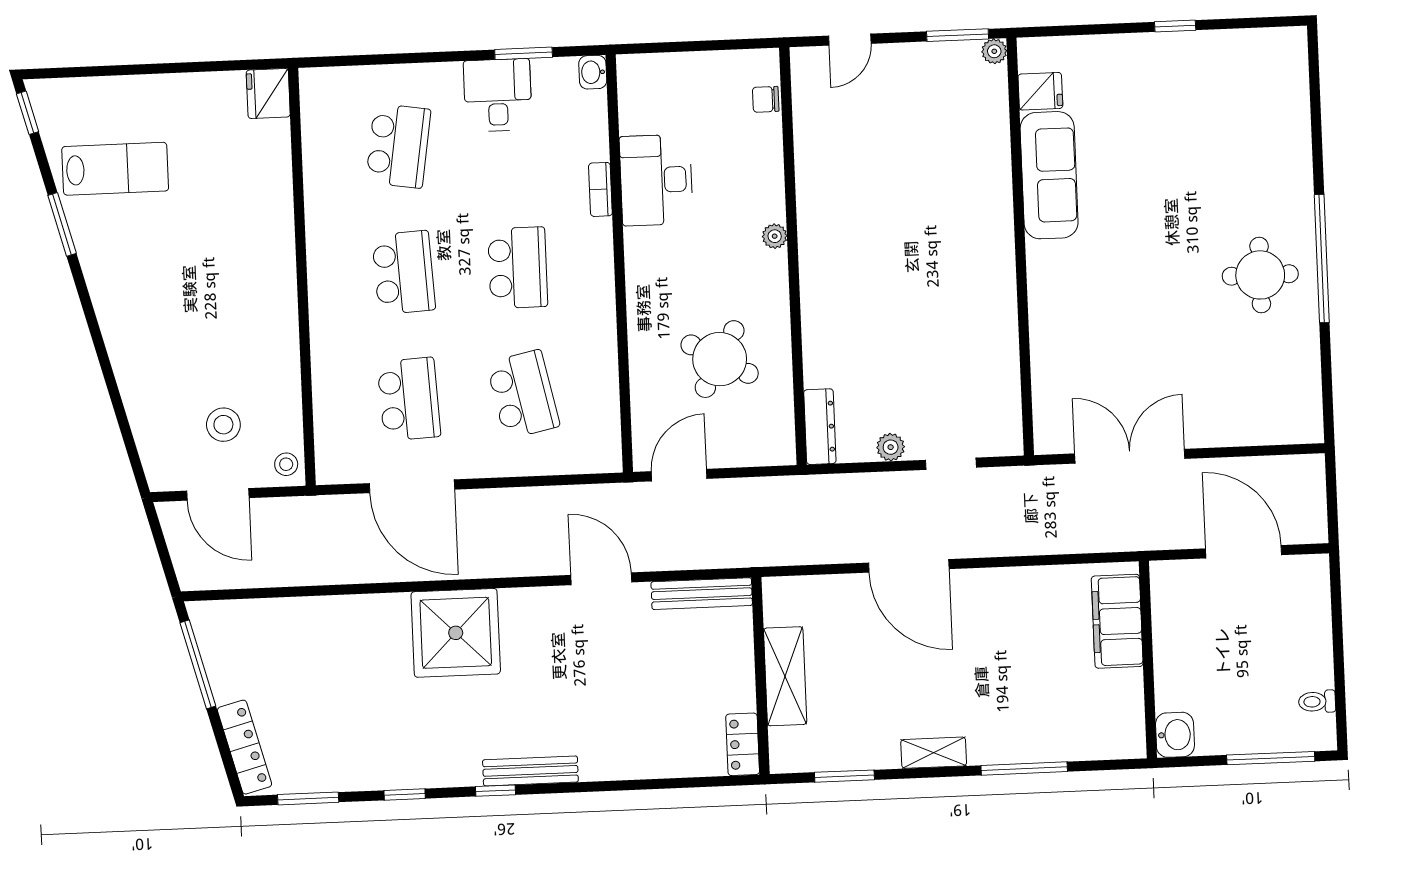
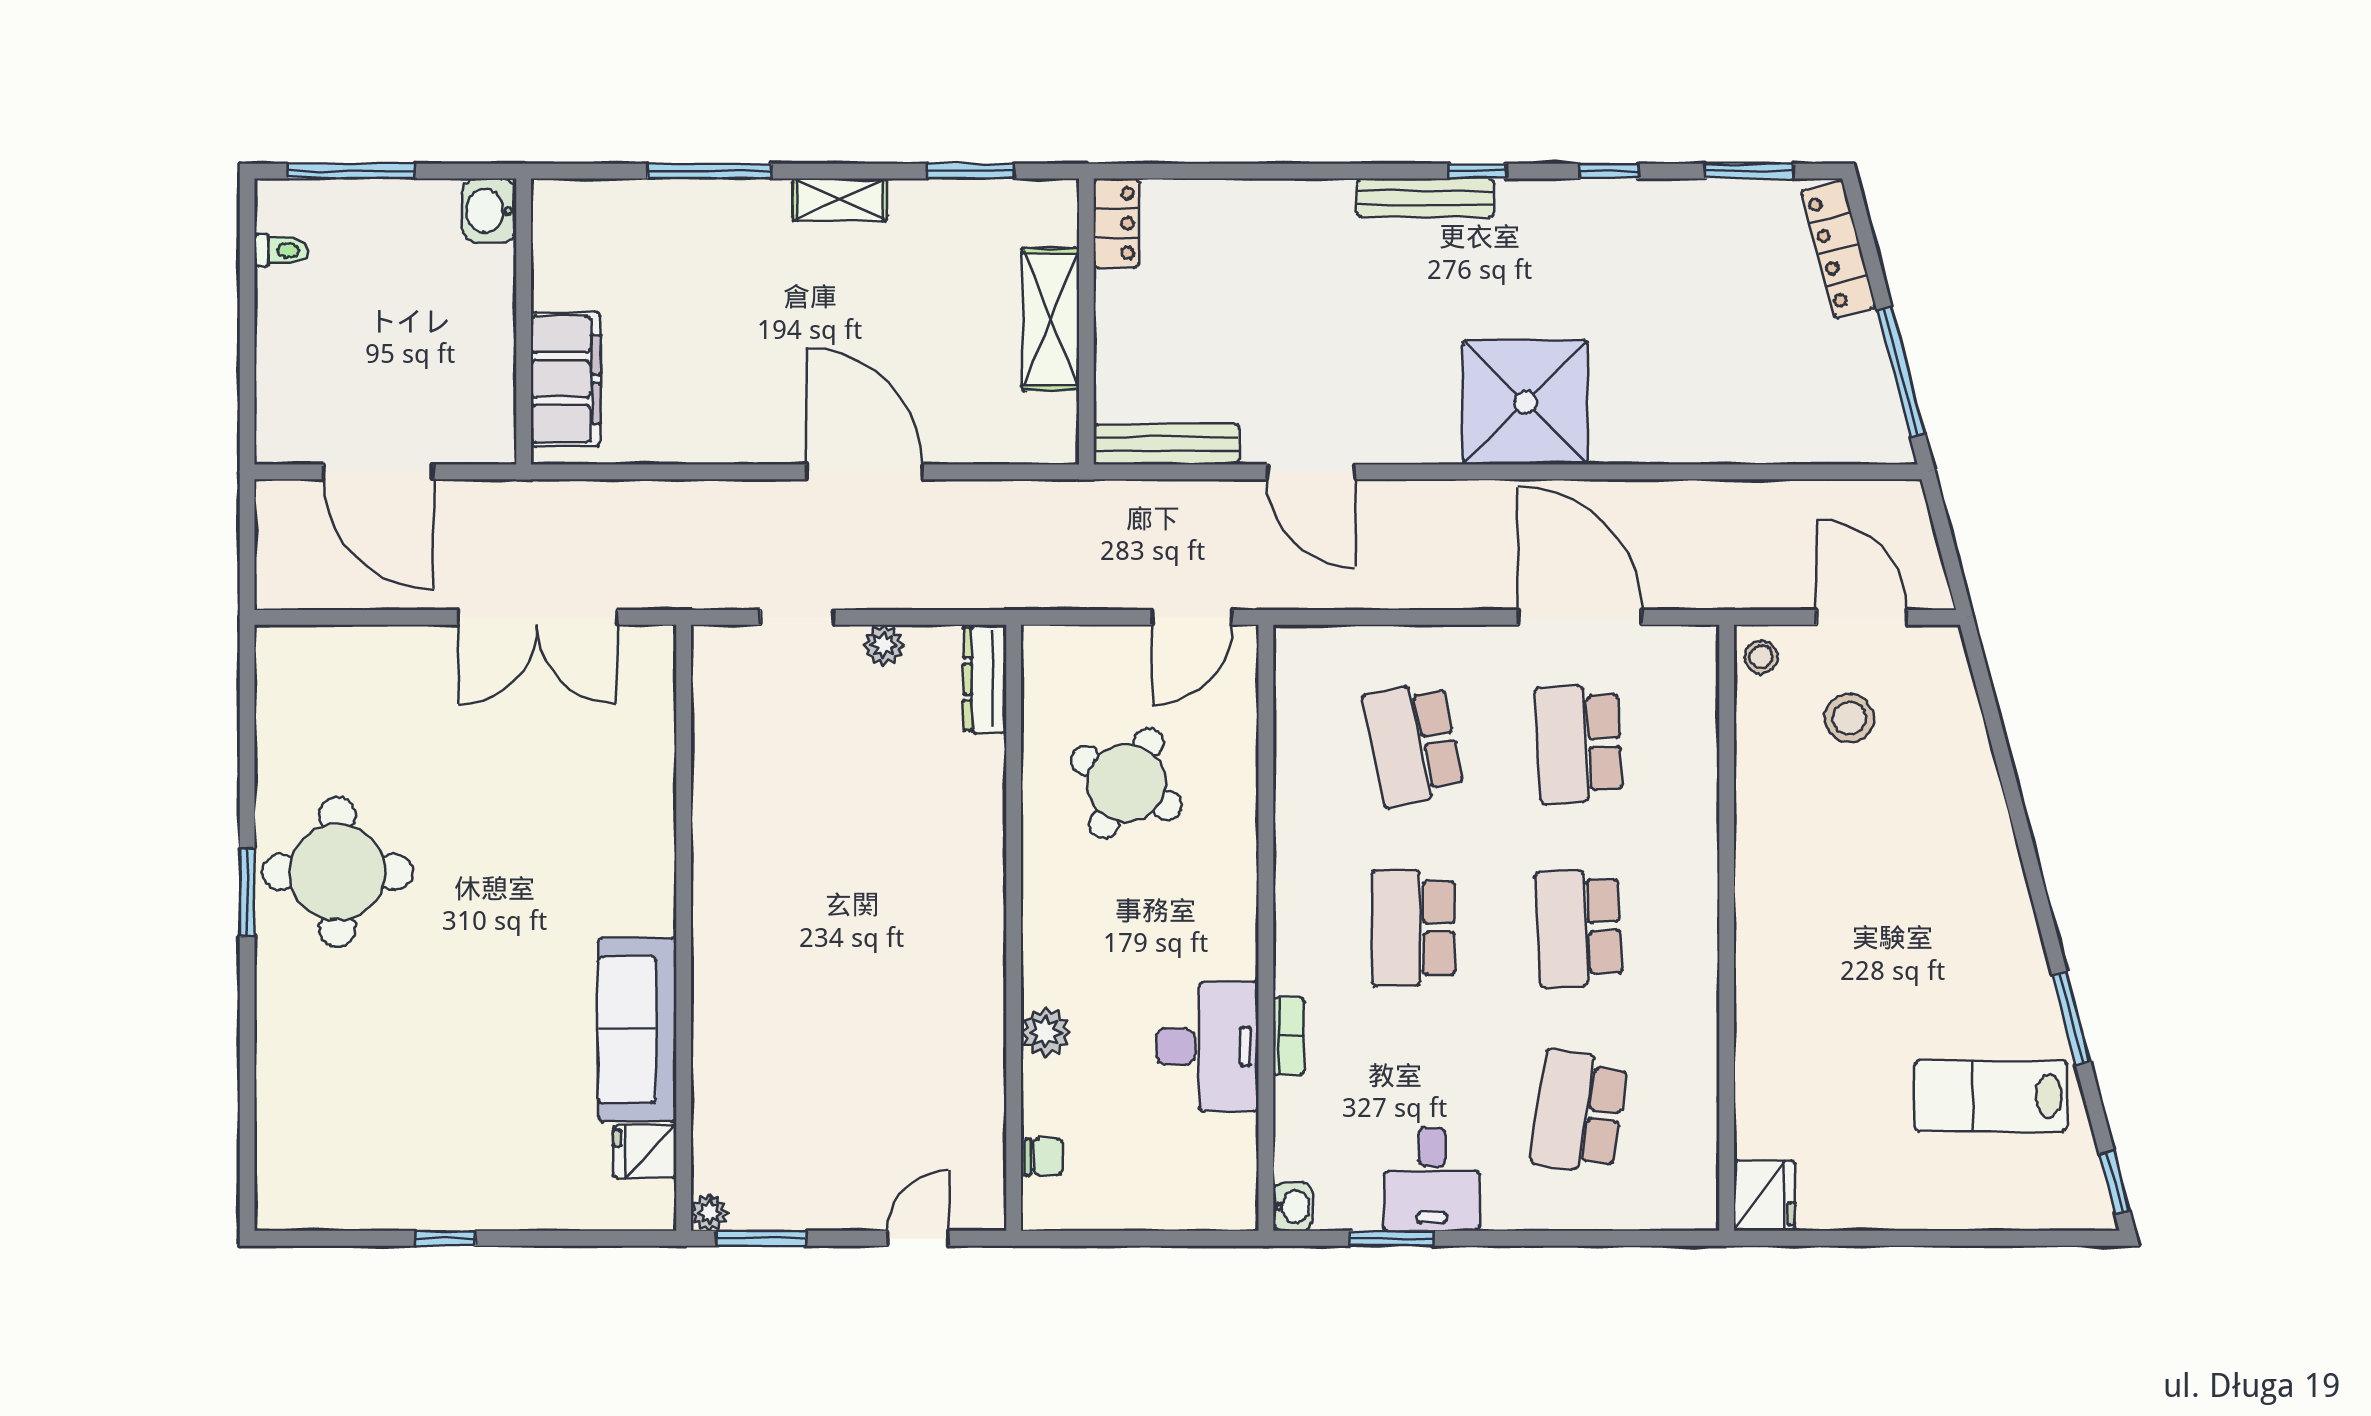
plant: (775, 236) -> (1046, 1032), moved, width x1.38, depth x1.38
window: (1322, 259) -> (247, 892), width x0.47
round table: (1260, 275) -> (337, 872), width x1.36, depth x1.36

